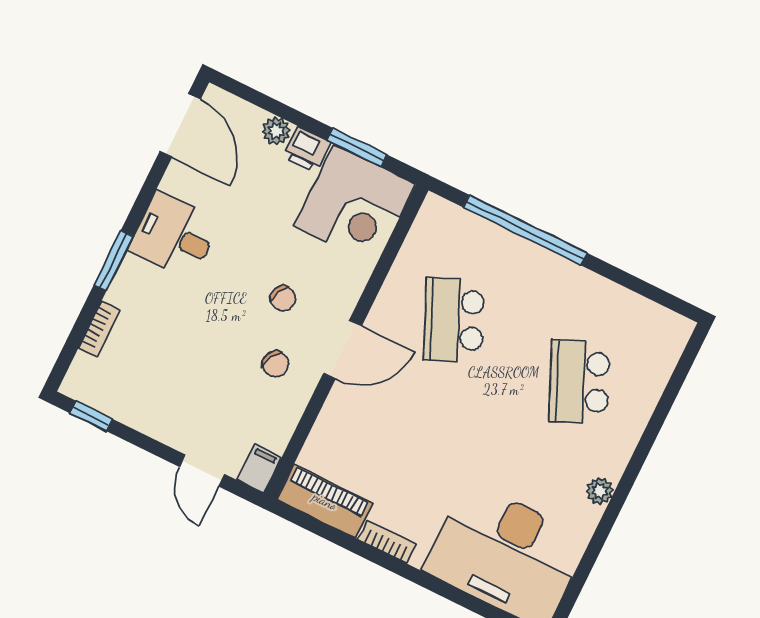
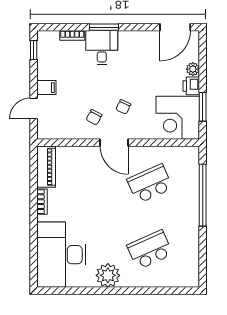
desk: (174, 236) -> (102, 48), moved
filing cabinet: (259, 469) -> (46, 88), moved
plant: (600, 491) -> (108, 275), width x1.88, depth x1.88

